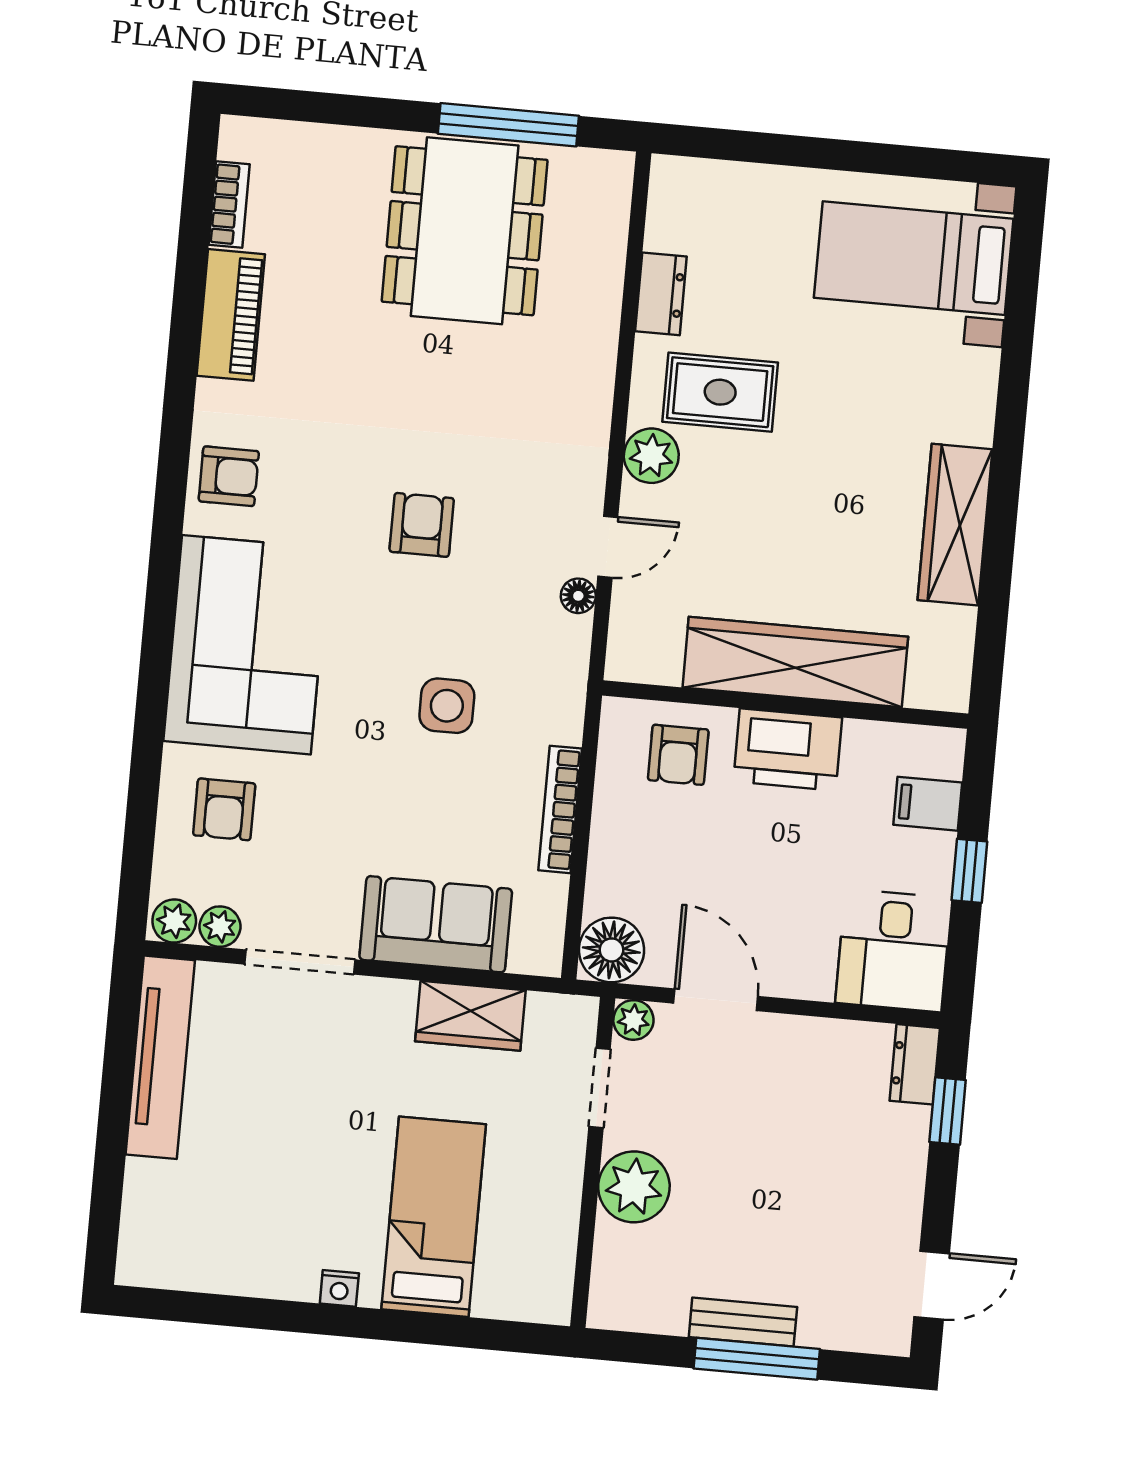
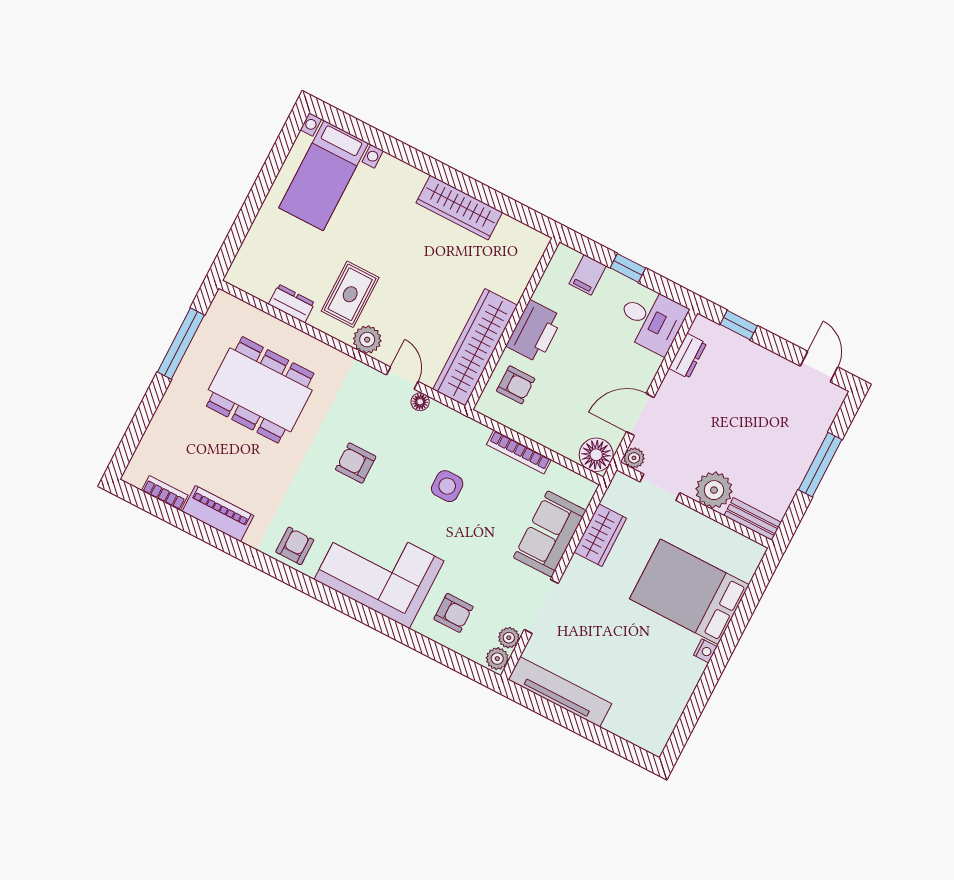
dining table: (465, 231) -> (260, 390), moved
wardrobe: (795, 662) -> (475, 347), moved
dresser: (915, 1064) -> (688, 356), moved, turned -90
bed: (434, 1217) -> (689, 592), width x1.50
bench: (743, 1322) -> (753, 519), moved, turned 90

